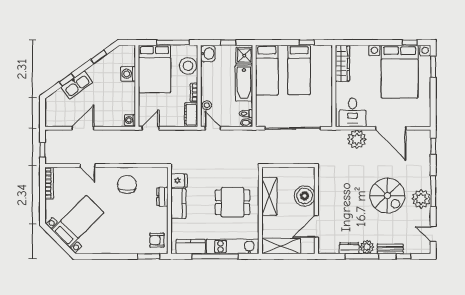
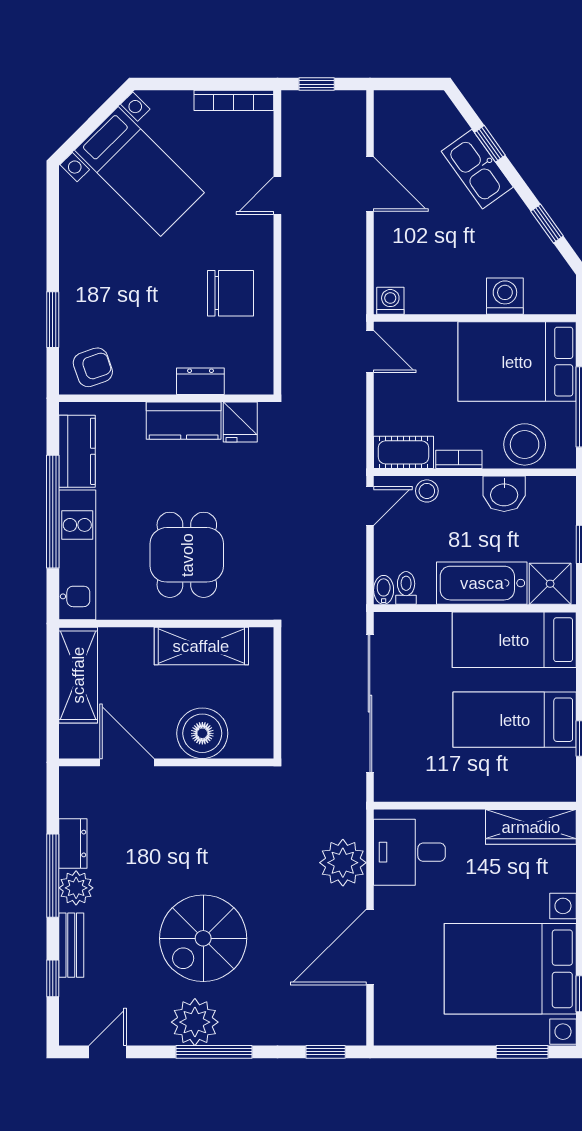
washbasin: (208, 54) -> (504, 494), moved
armchair: (157, 240) -> (93, 367), turned 71
window: (148, 256) -> (53, 320), moved

